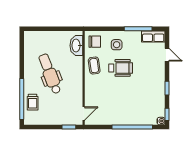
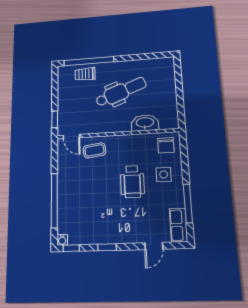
washbasin: (76, 46) -> (145, 123), moved
coffee table: (94, 65) -> (94, 150), moved

